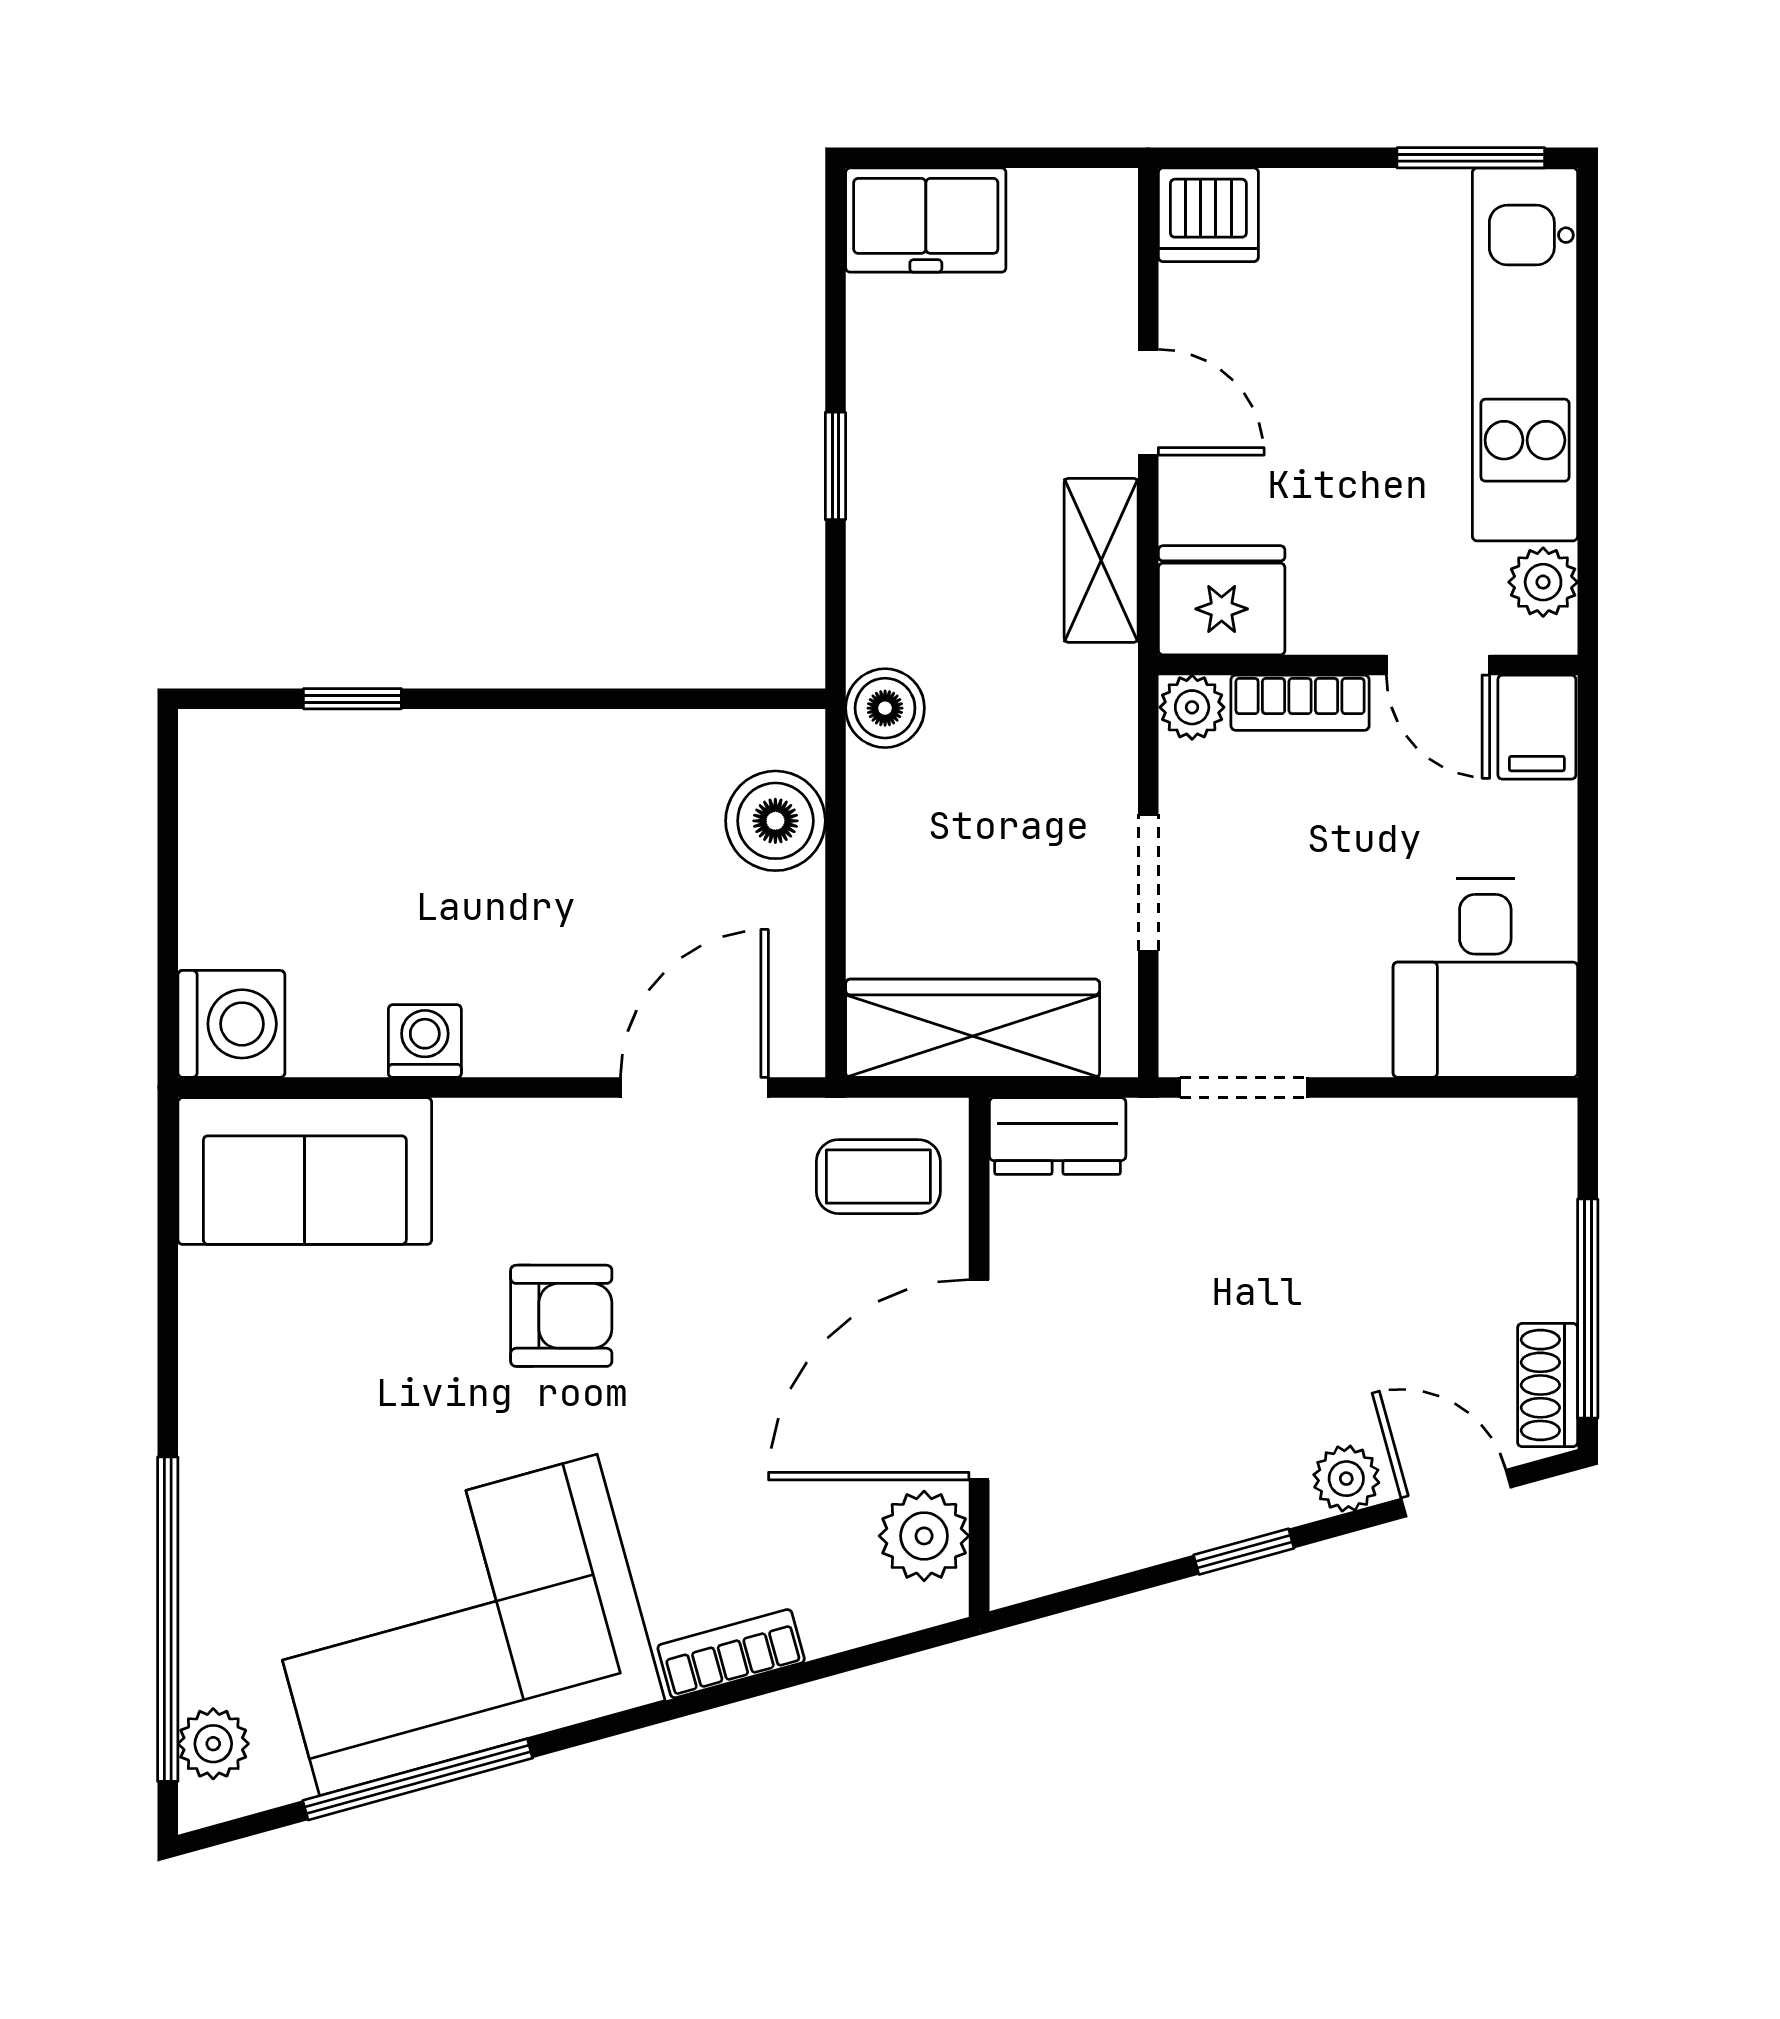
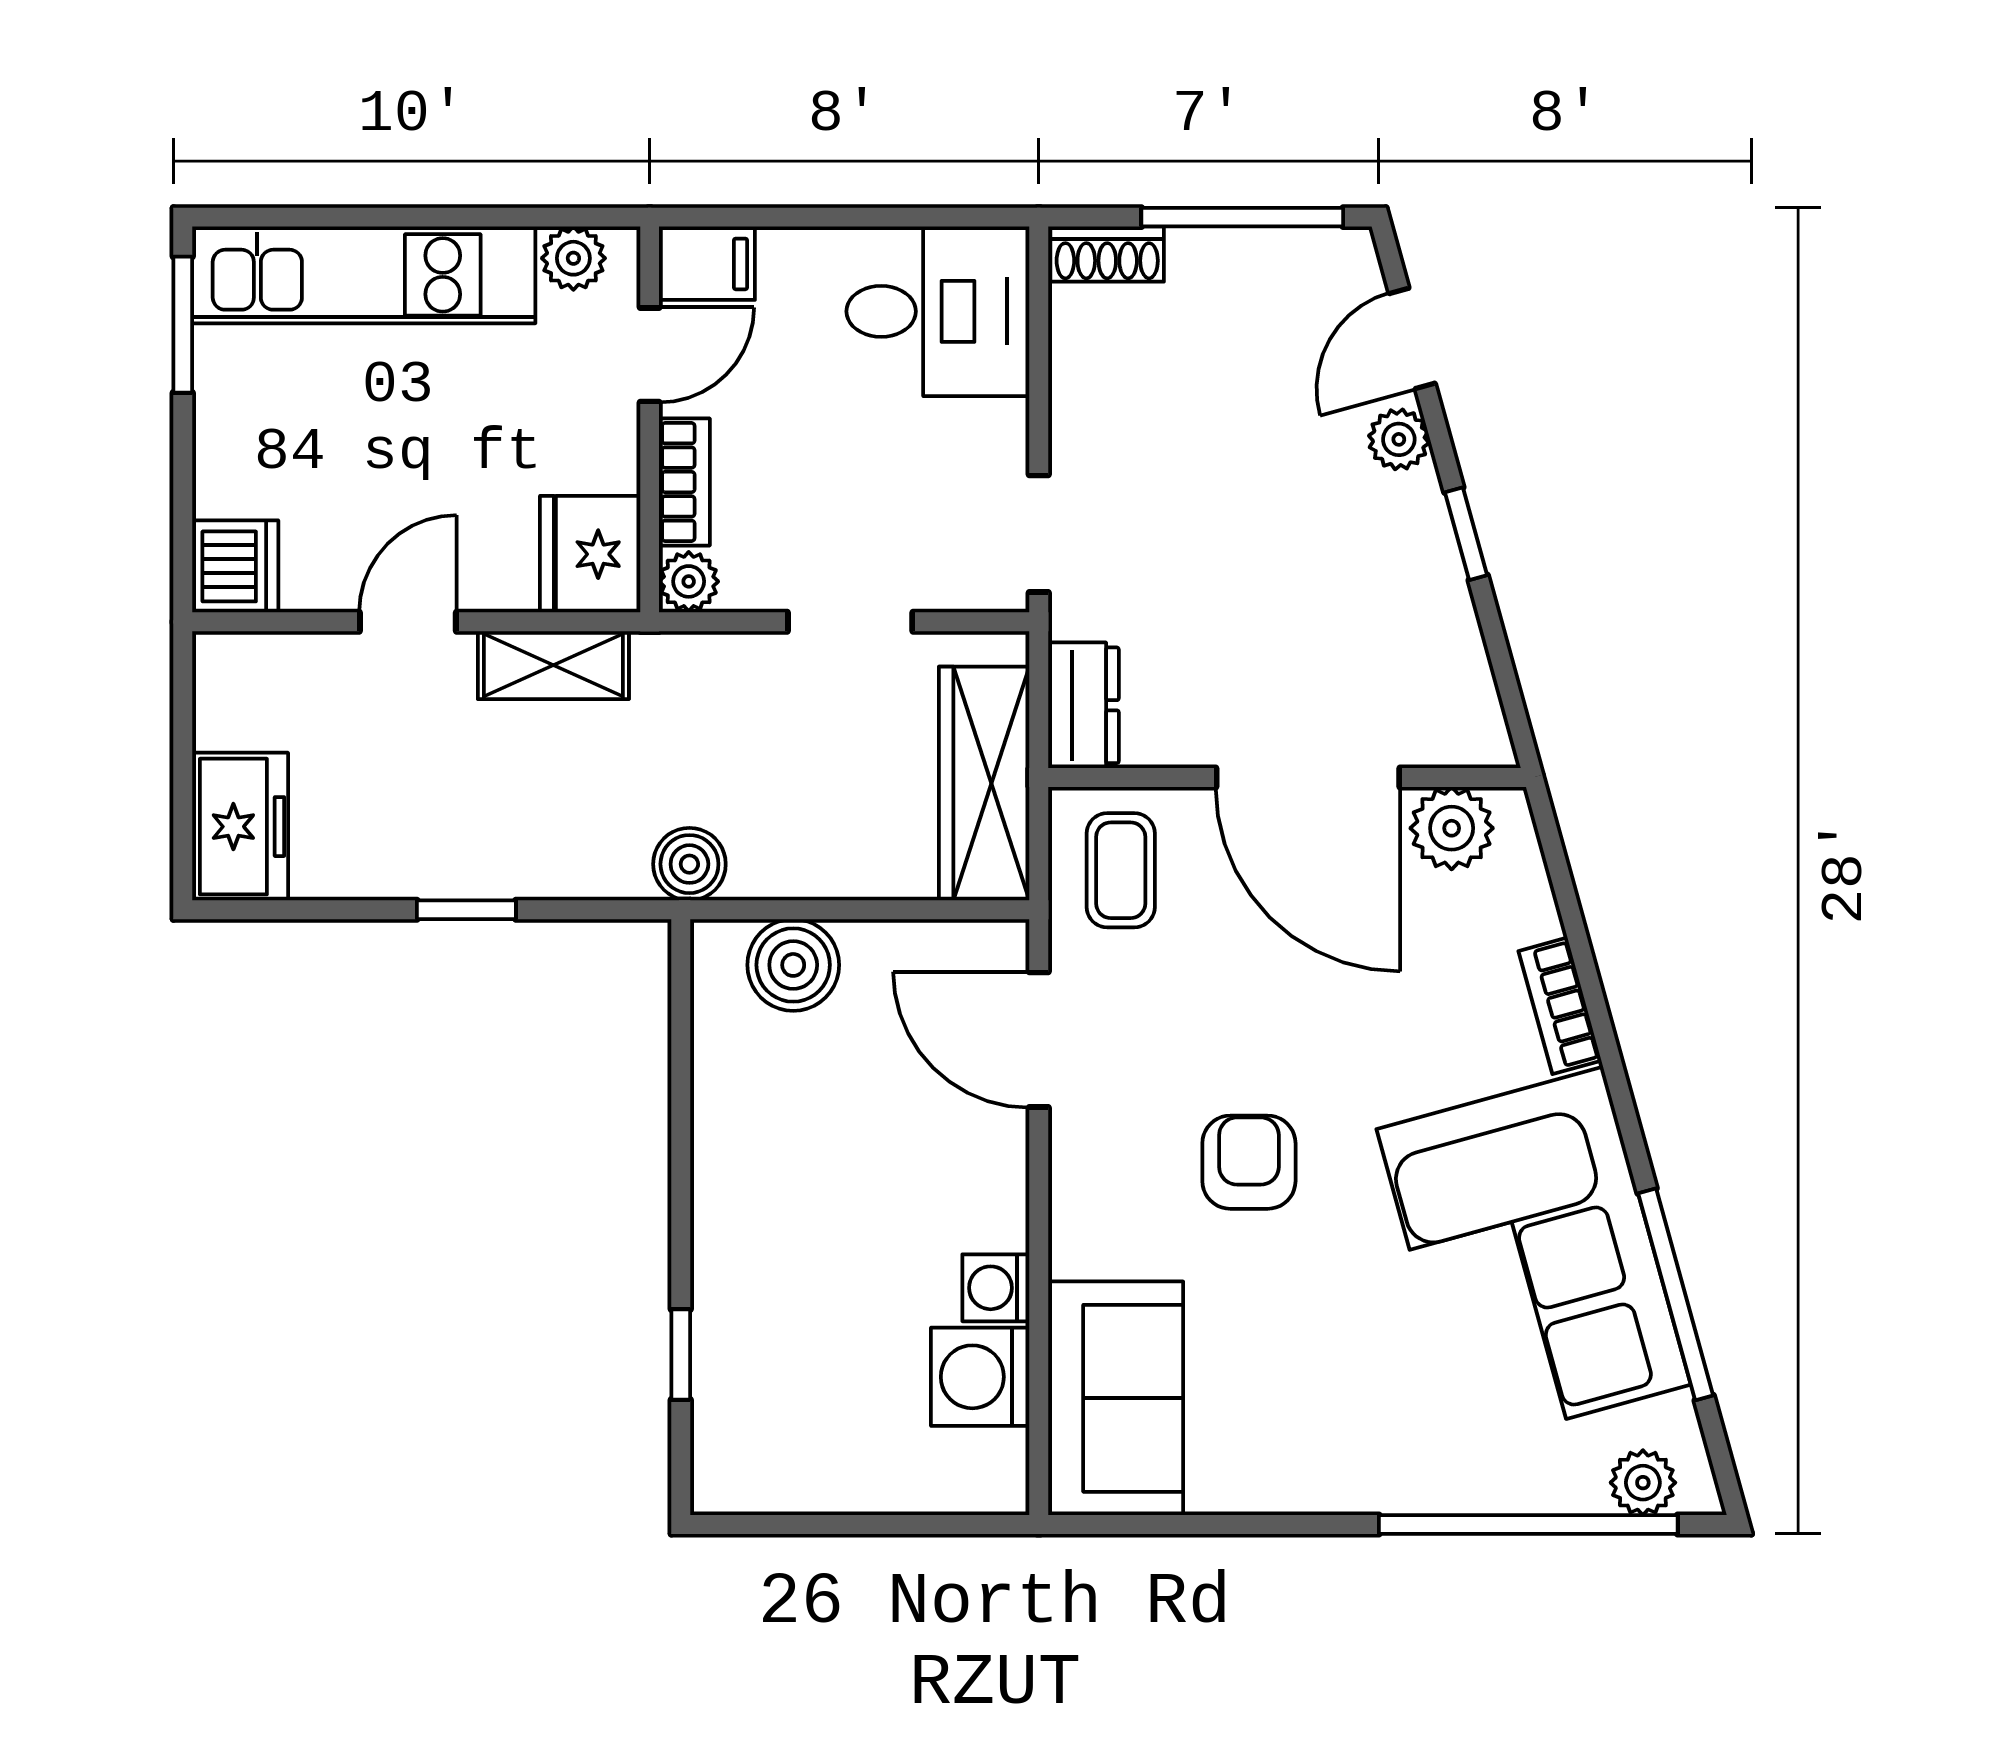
washing machine: (231, 1024) -> (980, 1377), moved, turned -90
shoe rack: (1548, 1385) -> (1107, 254), moved

